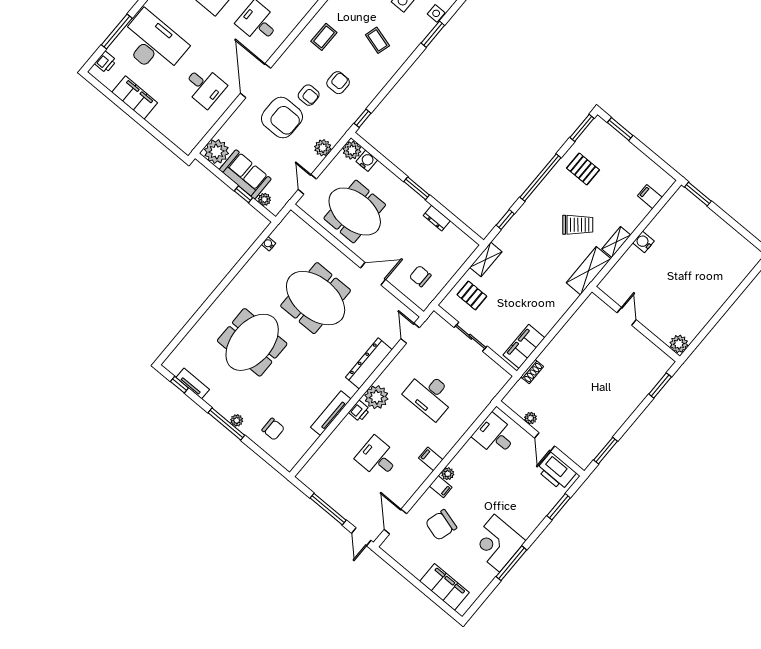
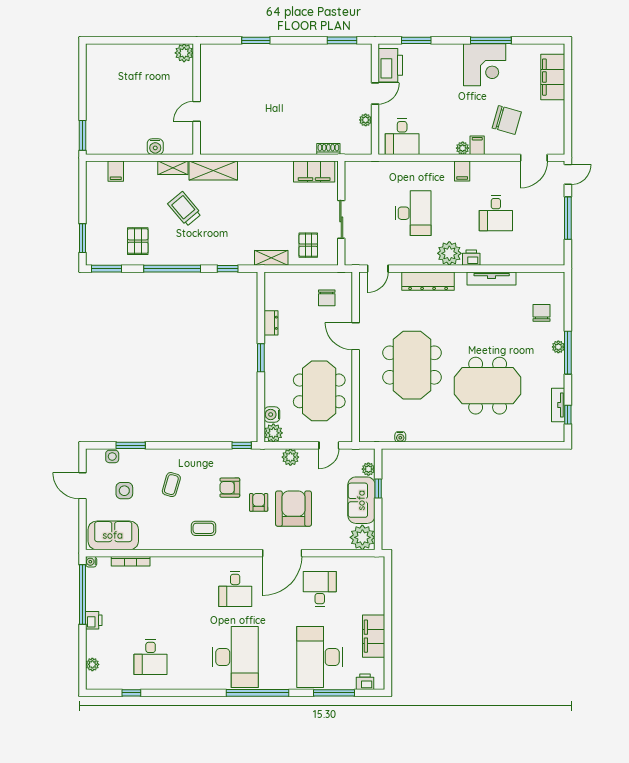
door: (627, 316) -> (197, 111), moved
wall: (636, 324) -> (197, 99), moved
plant: (679, 344) -> (184, 53), moved

